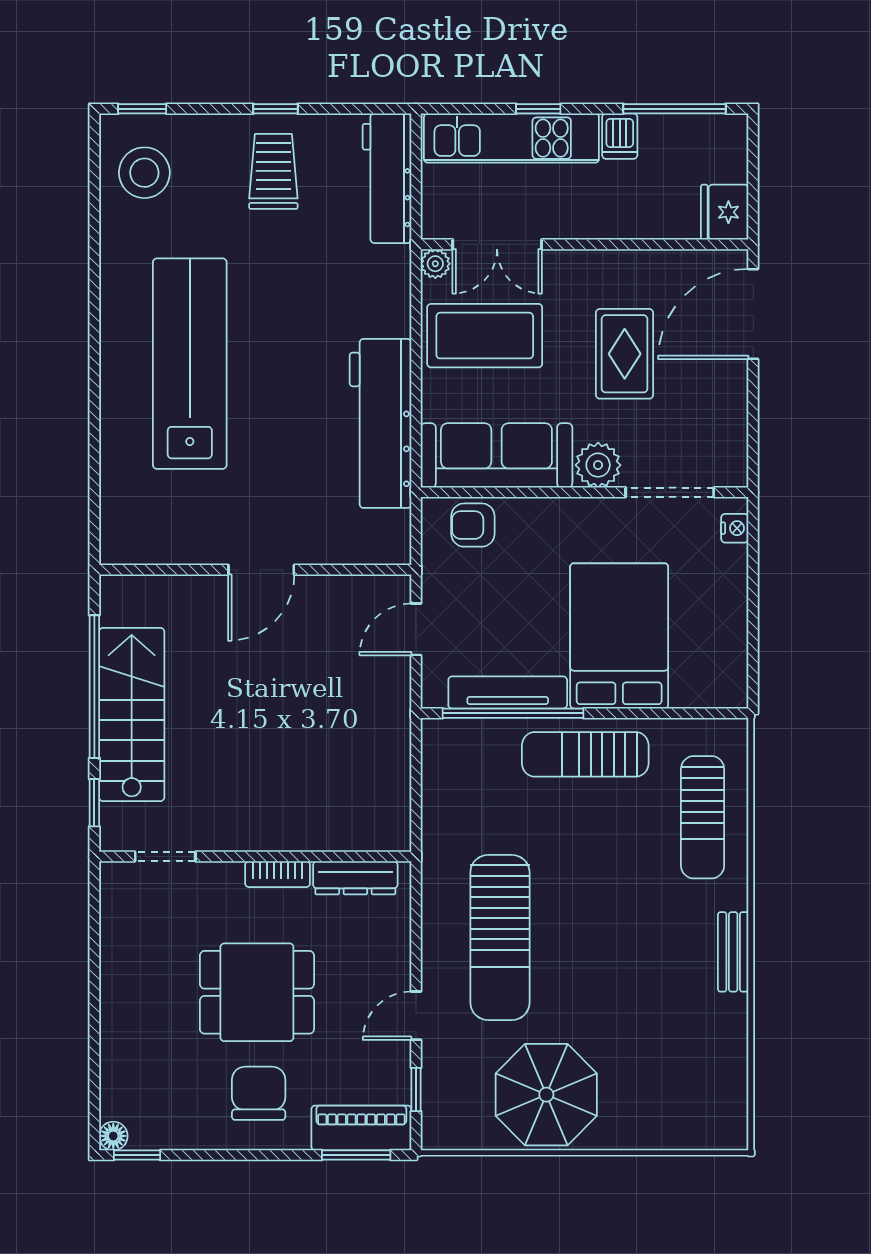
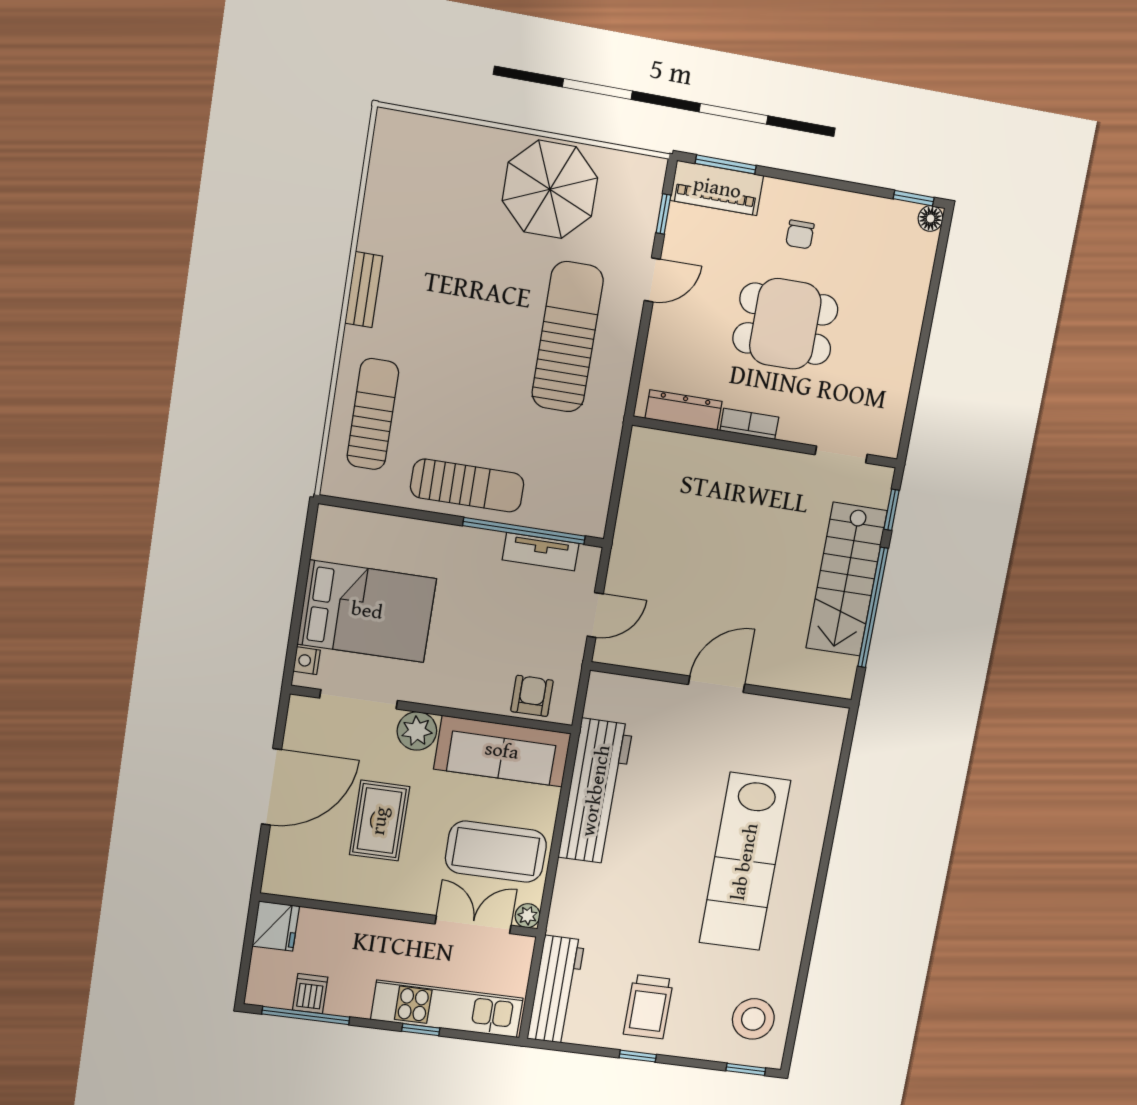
dishwasher: (620, 136) -> (310, 994), moved
door: (753, 314) -> (272, 787), moved
armchair: (473, 525) -> (532, 696), turned -90
bed: (619, 636) -> (367, 611), moved, turned -90
tv unit: (508, 692) -> (541, 552), width x0.71
chair: (259, 1093) -> (800, 234), width x0.54, depth x0.54

